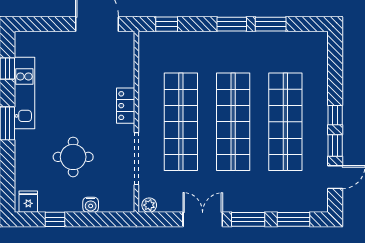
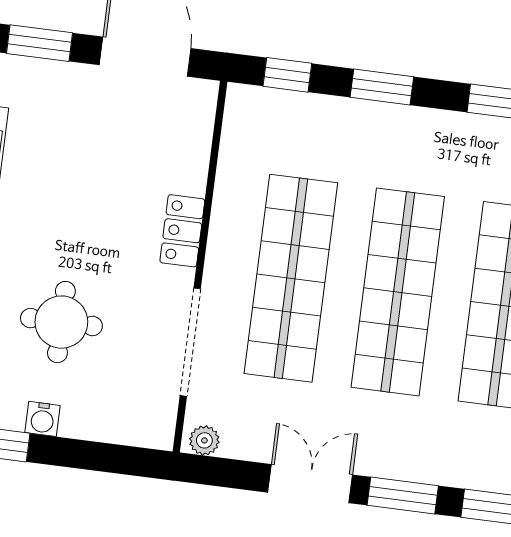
window: (45, 24) -> (39, 43), added
window: (232, 24) -> (382, 87), moved
water cooler: (91, 205) -> (42, 419), moved

